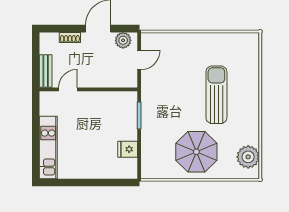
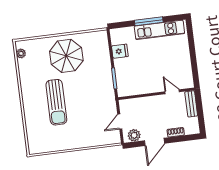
door: (68, 89) -> (172, 92), swing flipped
kitchen unit: (48, 148) -> (159, 30), moved, turned -90
plant: (248, 157) -> (21, 53), width x0.53, depth x0.53
window: (86, 183) -> (149, 21), added

